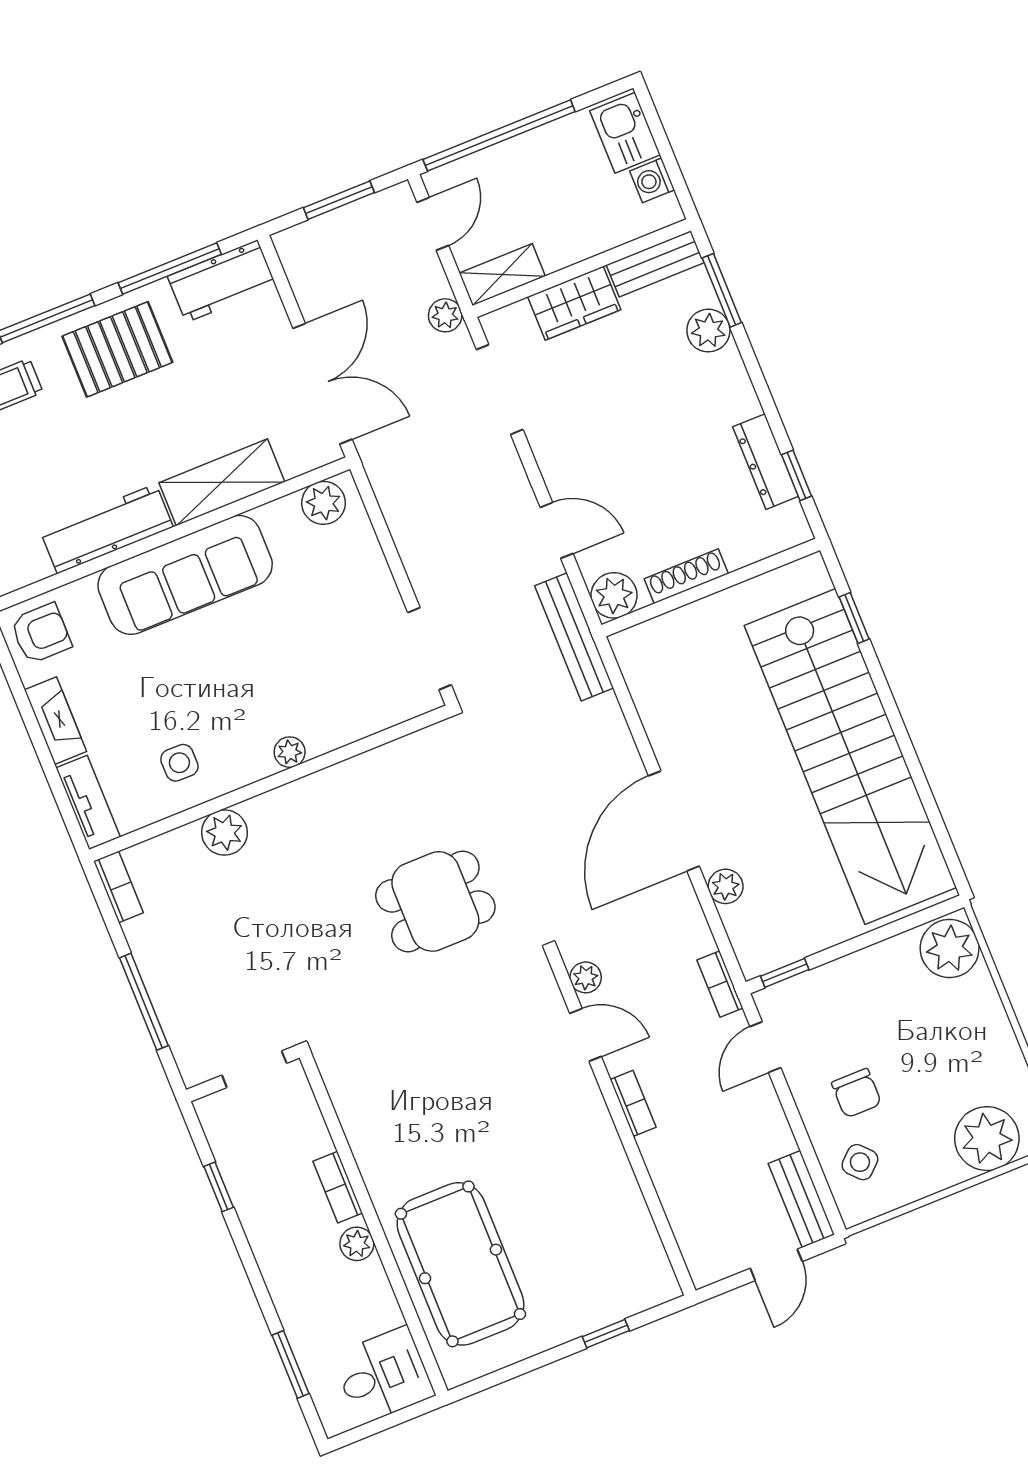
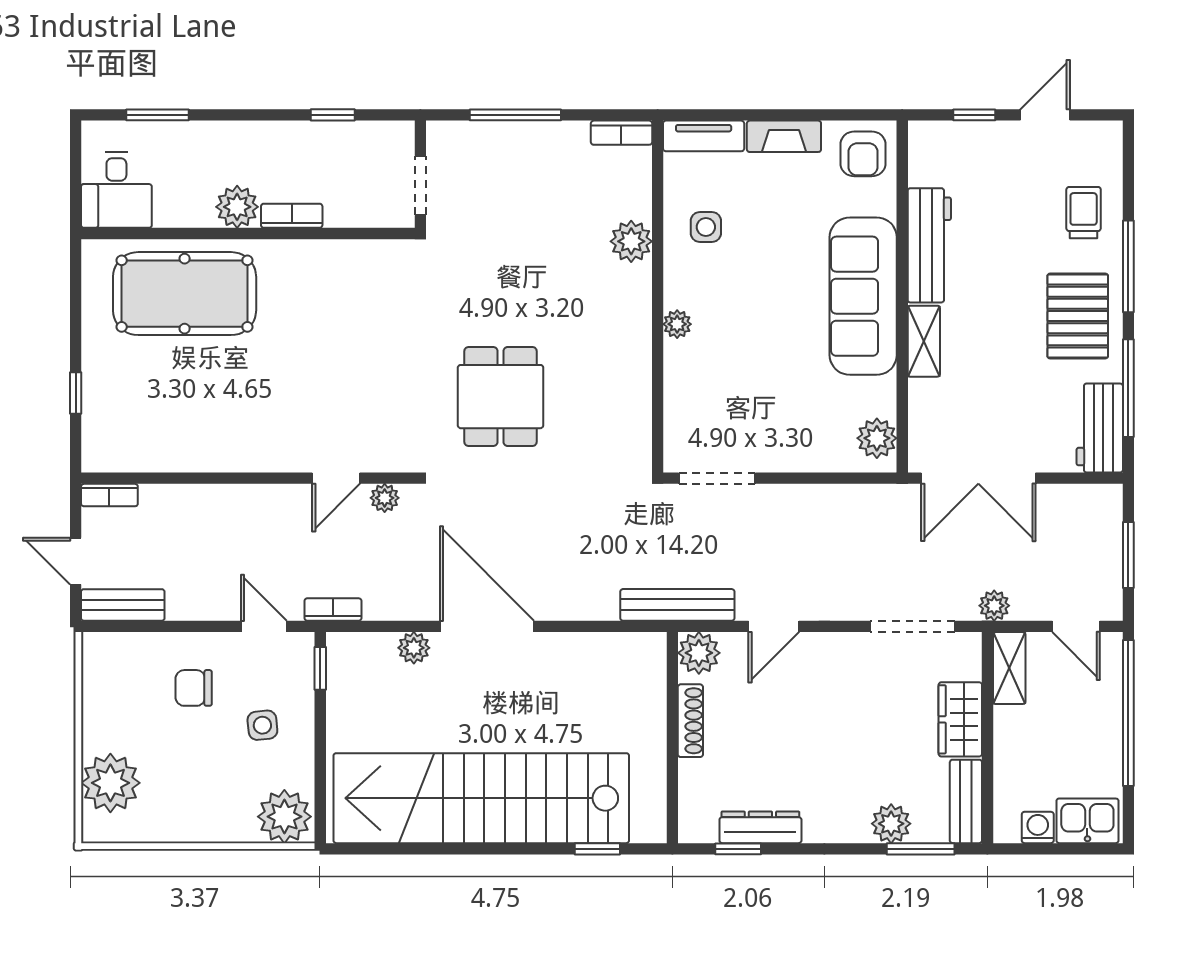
shelving: (222, 482) -> (924, 341), width x0.67, depth x0.75
bookcase: (633, 1103) -> (109, 495), moved
side table: (860, 1162) -> (262, 725), moved, turned 37
plant: (357, 1244) -> (237, 207), width x1.38, depth x1.38

